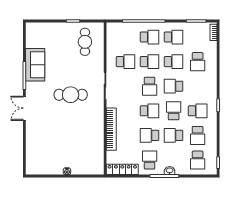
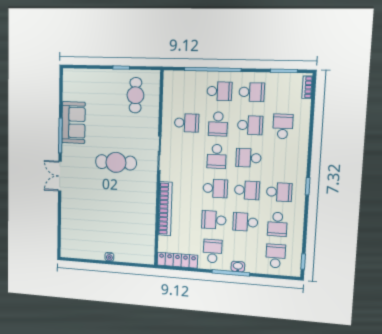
school desk: (150, 62) -> (218, 124), turned 90
school desk: (198, 62) -> (283, 126), turned 180
school desk: (174, 111) -> (247, 190), turned 90
school desk: (198, 160) -> (276, 256), turned 180

